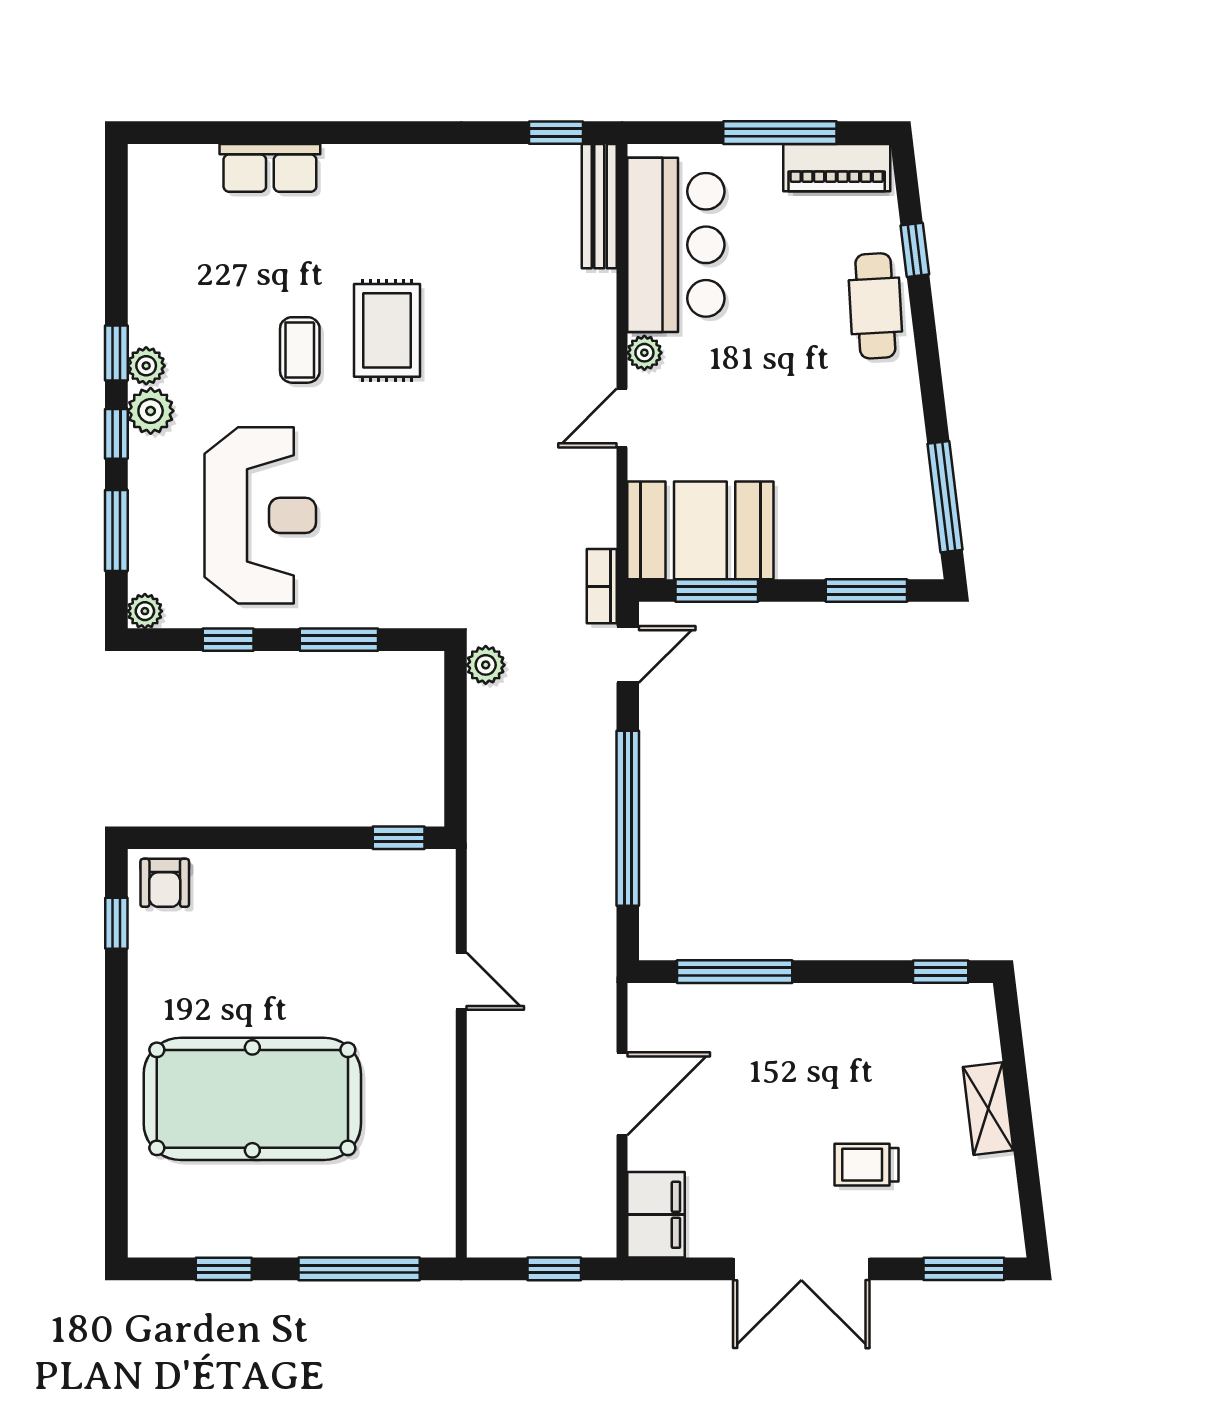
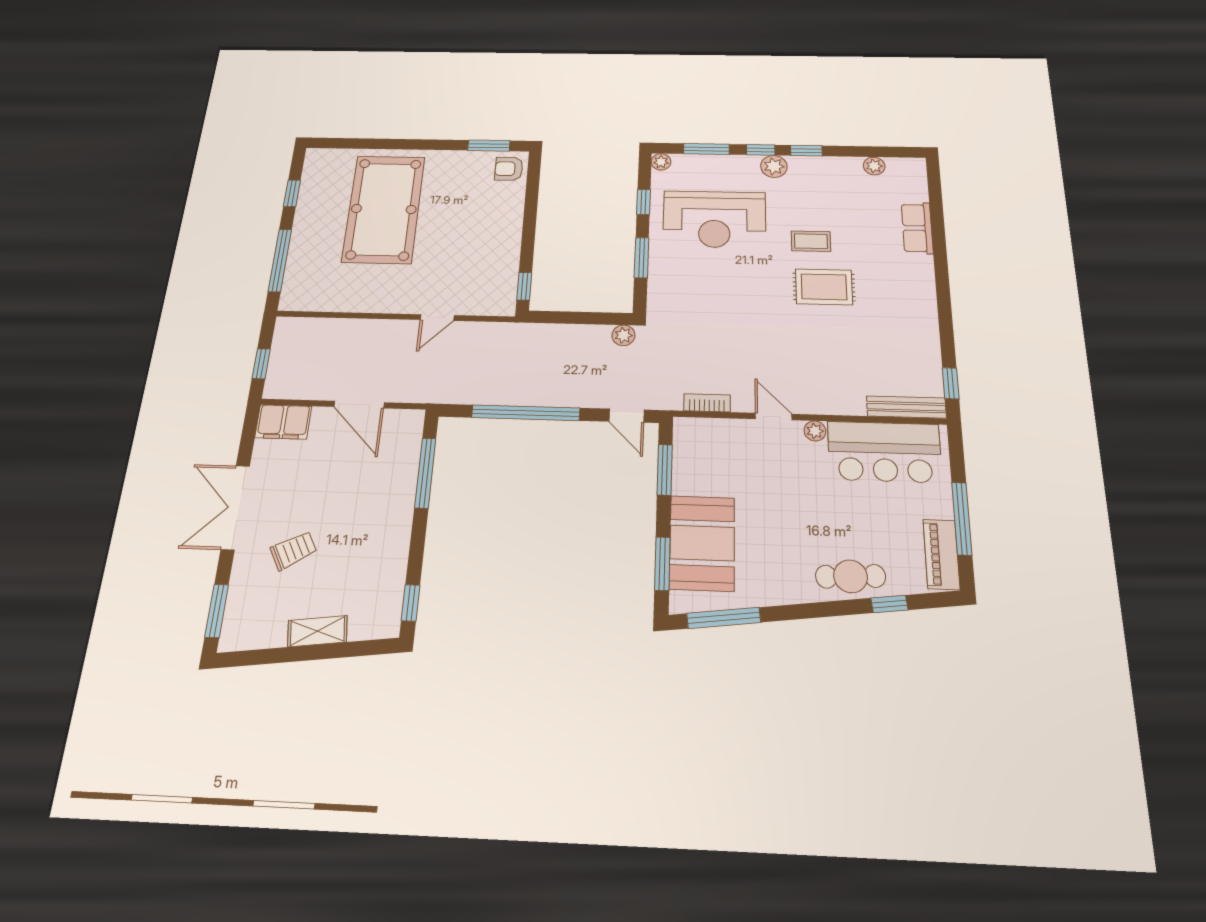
plant: (146, 366) -> (874, 166), moved
booth: (700, 530) -> (702, 543), moved
bookcase: (602, 586) -> (707, 403), moved
window: (116, 923) -> (489, 146), width x1.50
trolley: (867, 1165) -> (293, 550), turned 61

